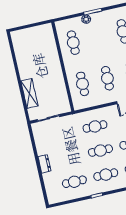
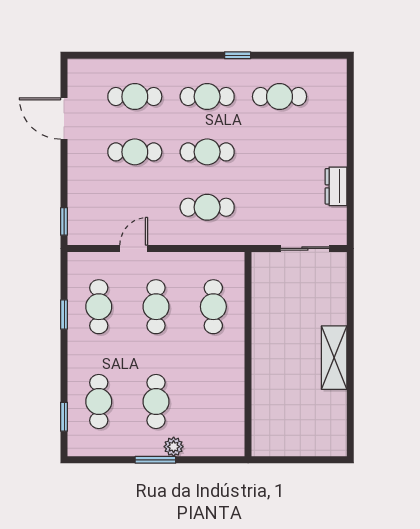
cafe table: (73, 43) -> (156, 402), moved
shelving: (30, 93) -> (334, 358), moved
dresser: (45, 164) -> (336, 186), moved

